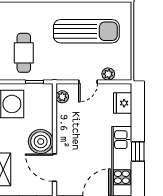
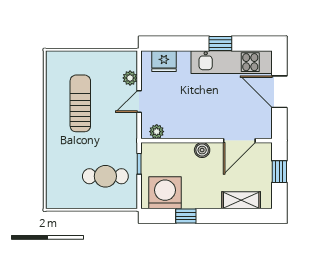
sun lounger: (86, 31) -> (80, 103), width x0.73, depth x0.75
door: (88, 82) -> (139, 101), swing flipped
boiler: (41, 141) -> (202, 150), width x0.54, depth x0.54

